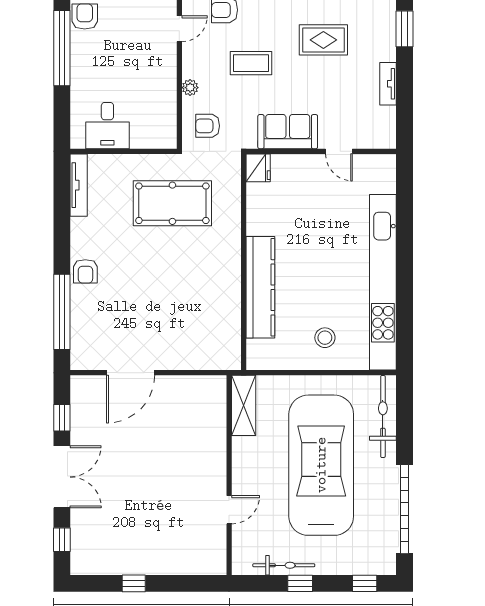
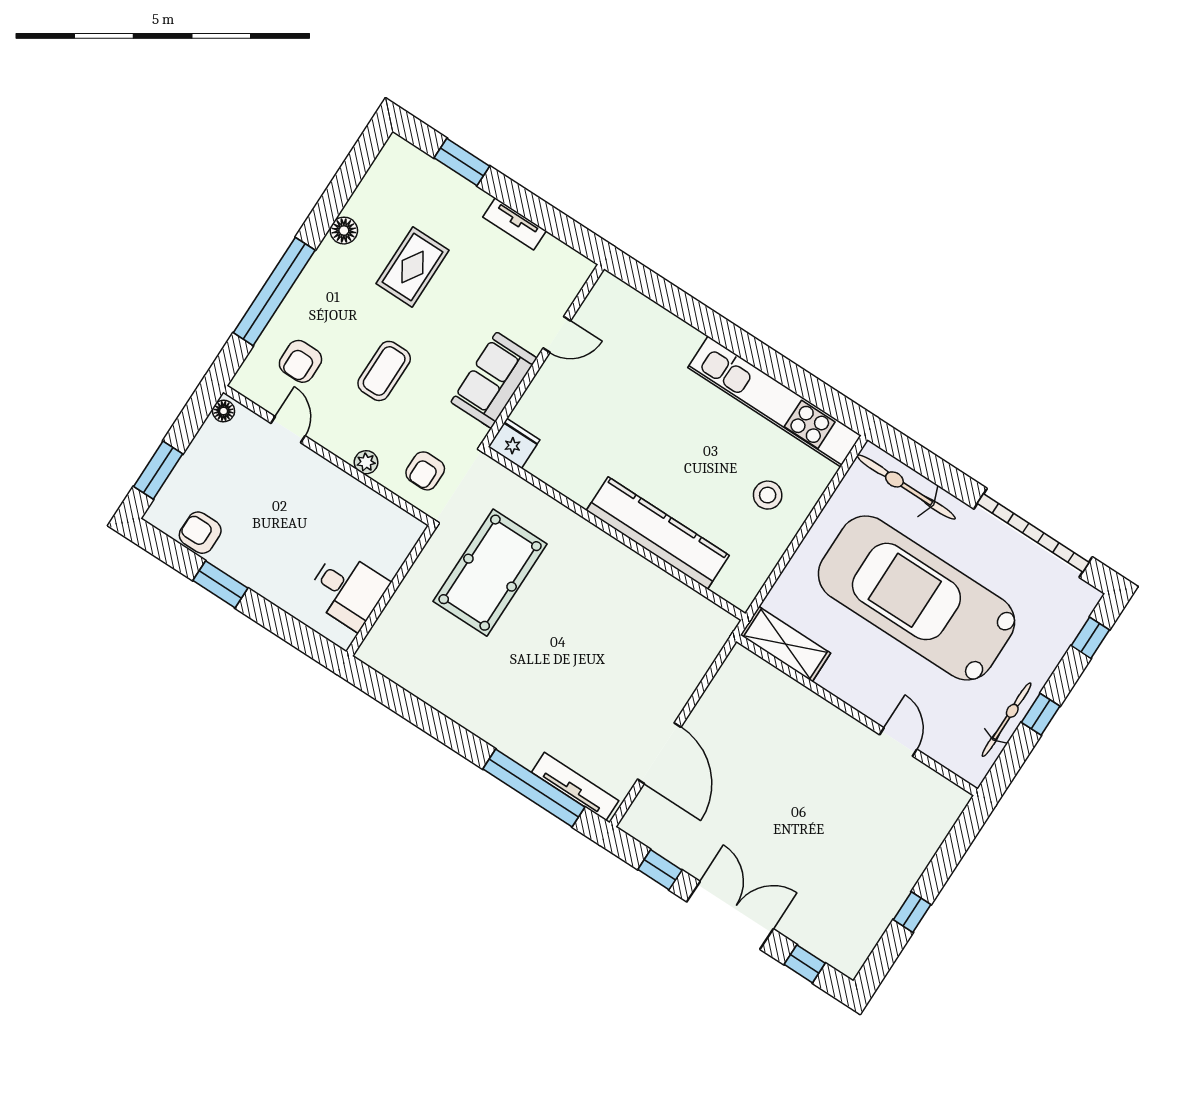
window: (62, 48) -> (220, 584), width x0.47
tv unit: (79, 185) -> (575, 786), moved
armchair: (85, 271) -> (504, 729), removed
kitchen unit: (383, 282) -> (774, 401), width x0.73

